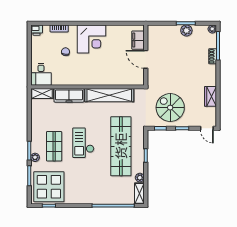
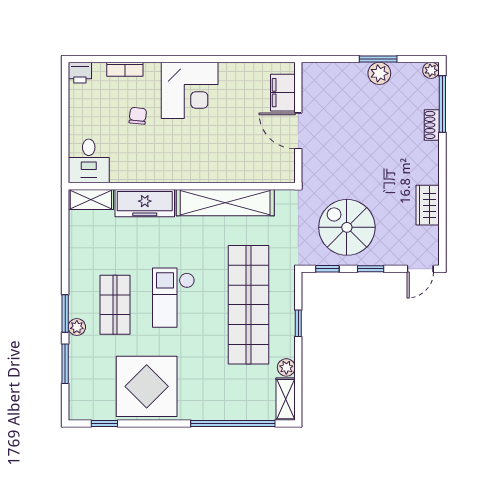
door: (207, 128) -> (420, 269), hinge flipped
display table: (49, 187) -> (147, 386), moved

